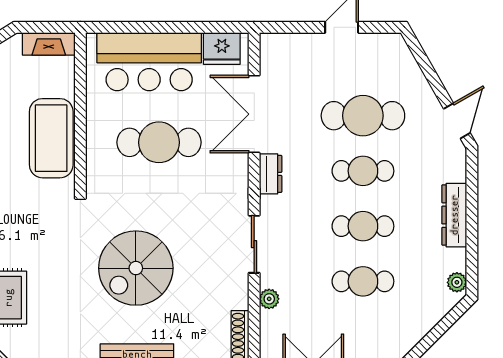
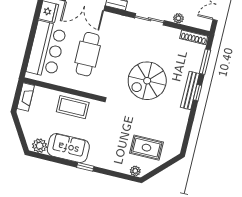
coffee table: (51, 138) -> (73, 107), width x0.73, depth x0.76
spiral stairs: (136, 268) -> (147, 81), turned 90

